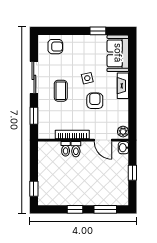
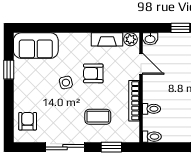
fireplace: (123, 86) -> (107, 39), moved
coffee table: (61, 91) -> (98, 117), moved
door: (103, 140) -> (141, 64), hinge flipped
toilet: (76, 149) -> (152, 137), moved

